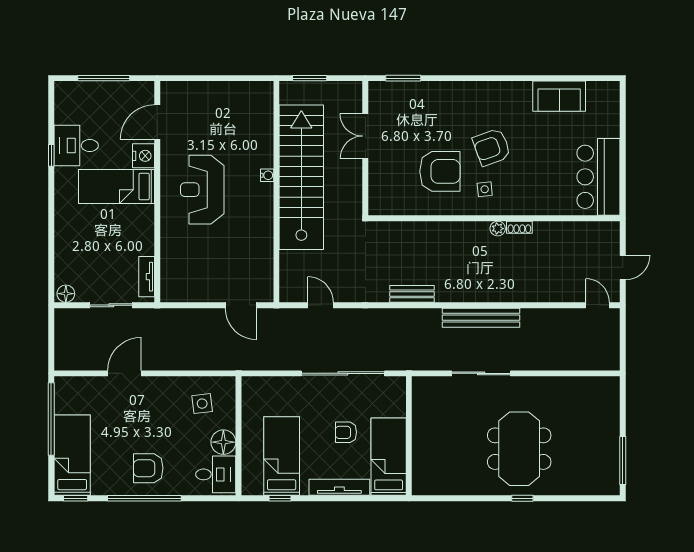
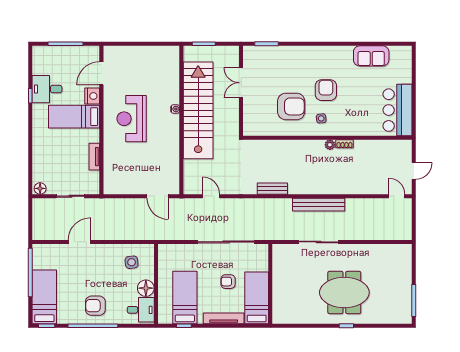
armchair: (492, 147) -> (326, 90), turned 110
tv unit: (147, 277) -> (94, 157), moved
meeting table: (519, 449) -> (344, 292), turned 90

